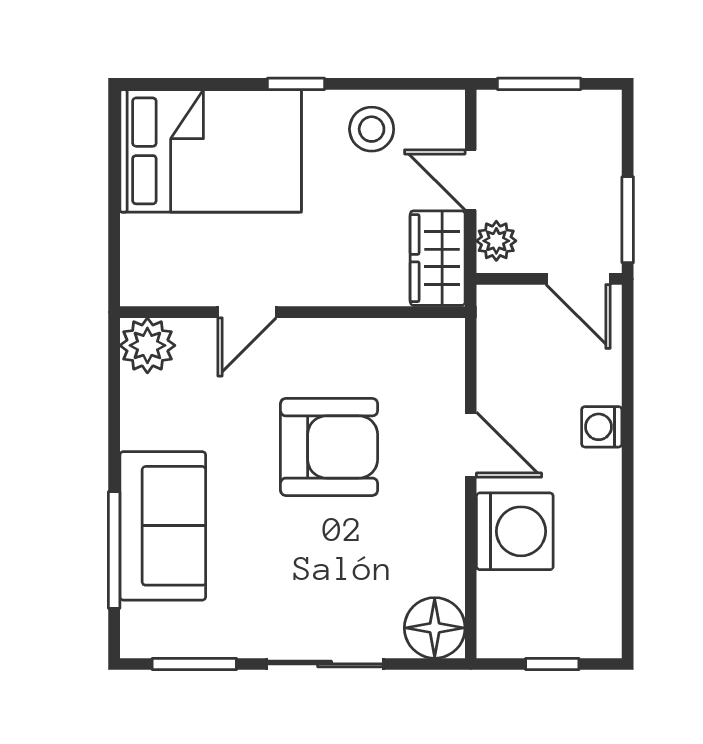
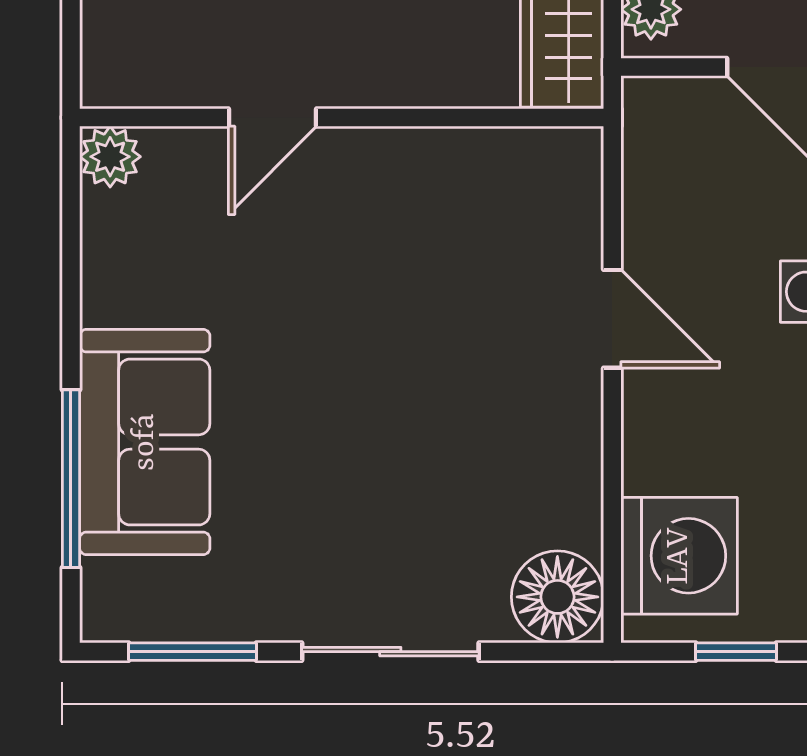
plant: (147, 345) -> (110, 157), width x0.73, depth x0.73
armchair: (329, 447) -> (397, 322), removed
washing machine: (515, 531) -> (679, 556), moved

